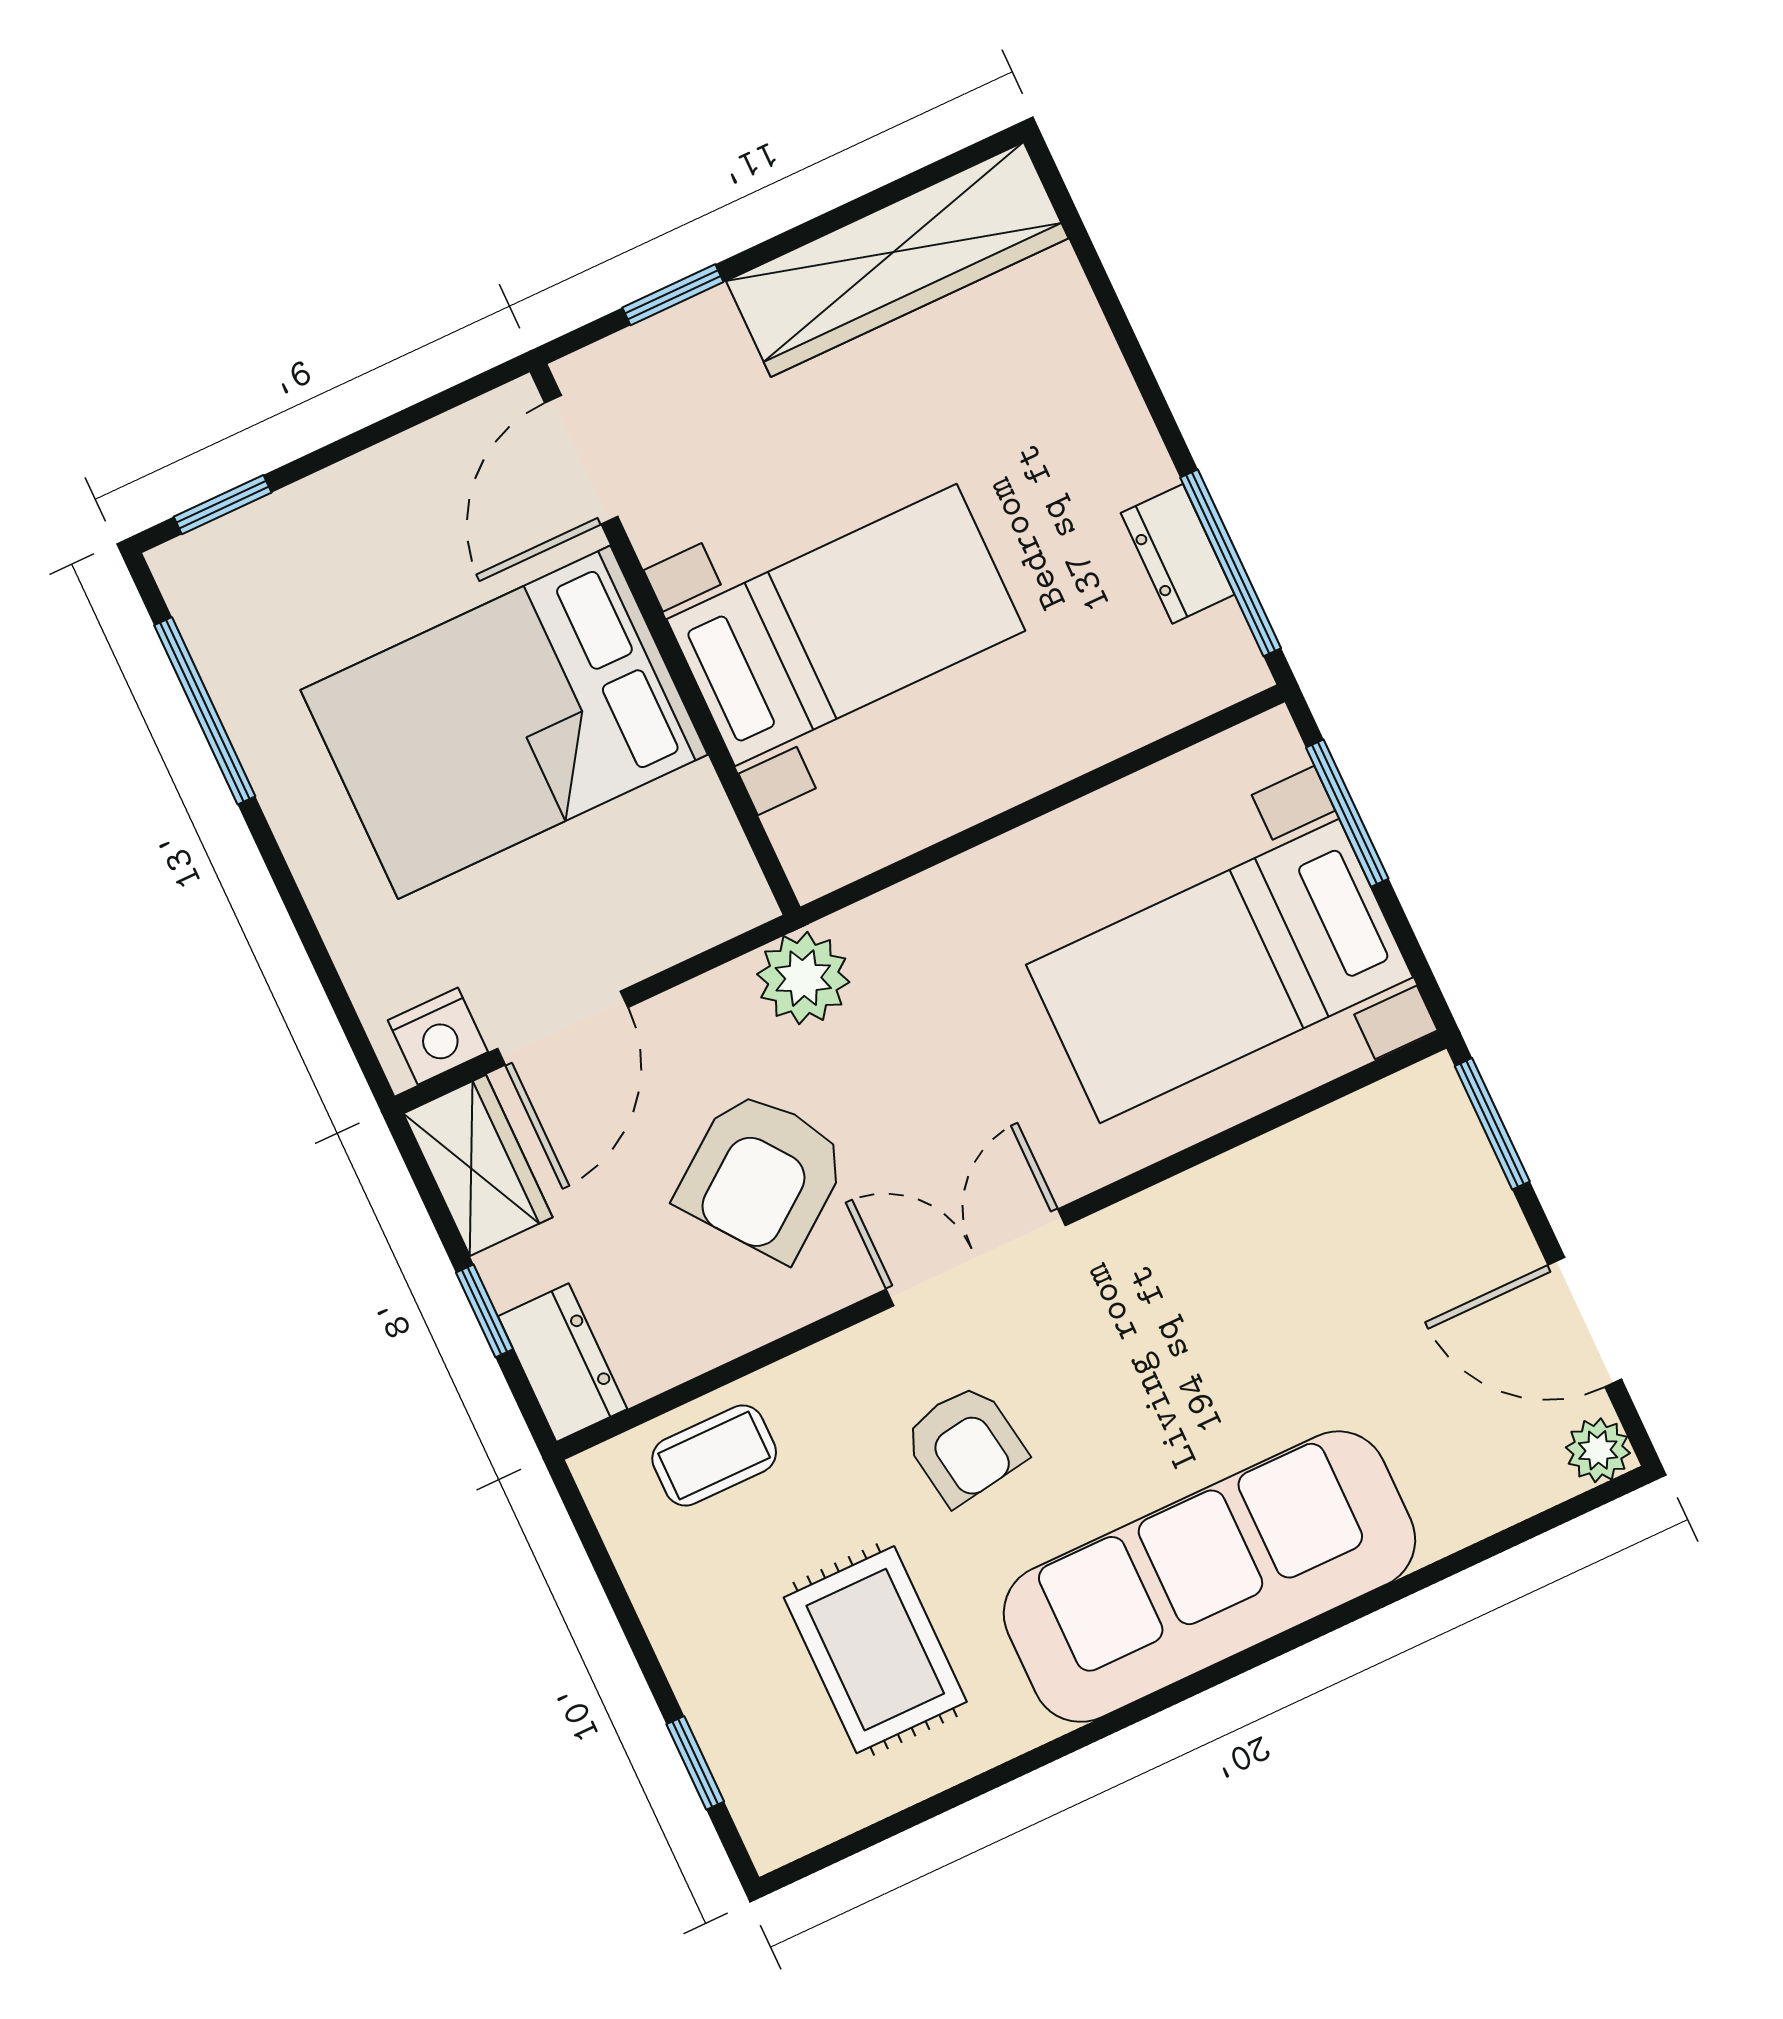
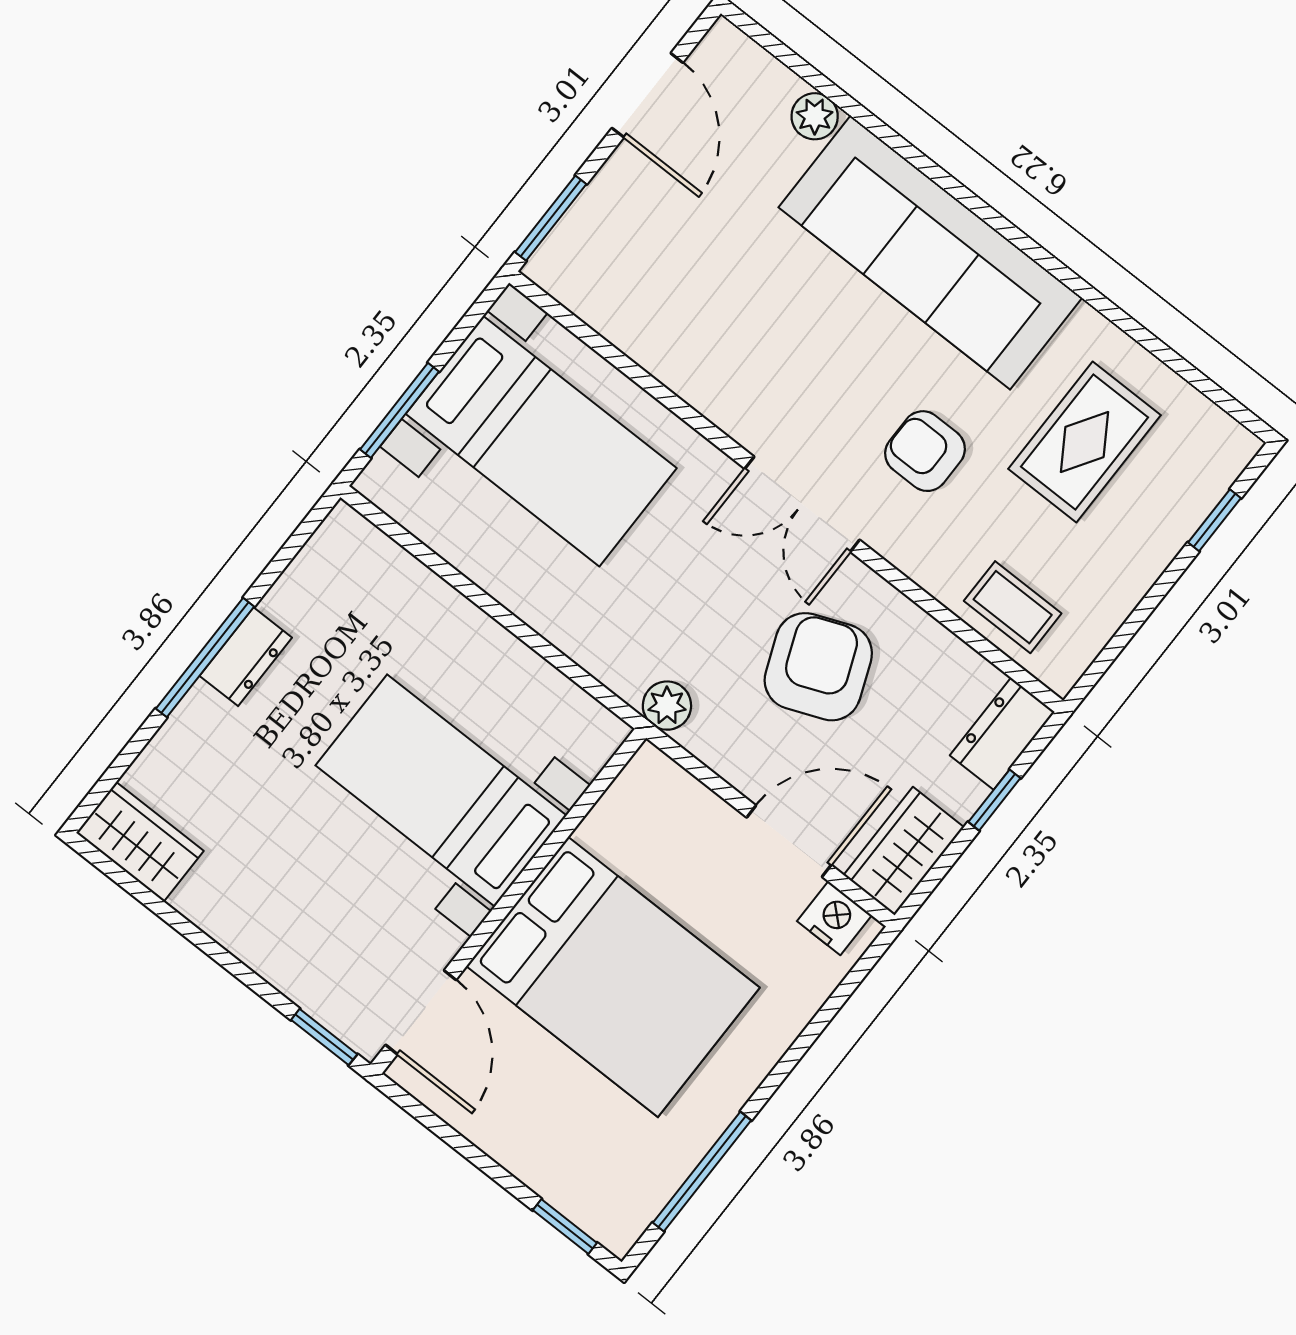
wardrobe: (897, 260) -> (140, 842), width x0.48, depth x0.85
window: (673, 295) -> (324, 1037), moved
door: (581, 460) -> (421, 1012), hinge flipped
dresser: (1178, 554) -> (246, 657), moved
window: (1231, 563) -> (205, 658), moved
plant: (803, 978) -> (667, 706), width x0.73, depth x0.73
armchair: (762, 1175) -> (818, 667), turned -75
armchair: (965, 1445) -> (925, 451), turned -81
plant: (1598, 1450) -> (815, 116), moved

